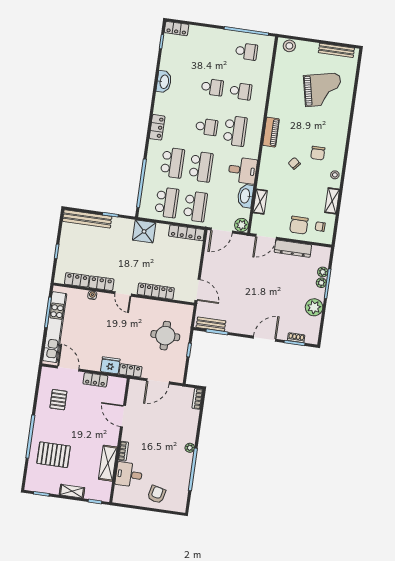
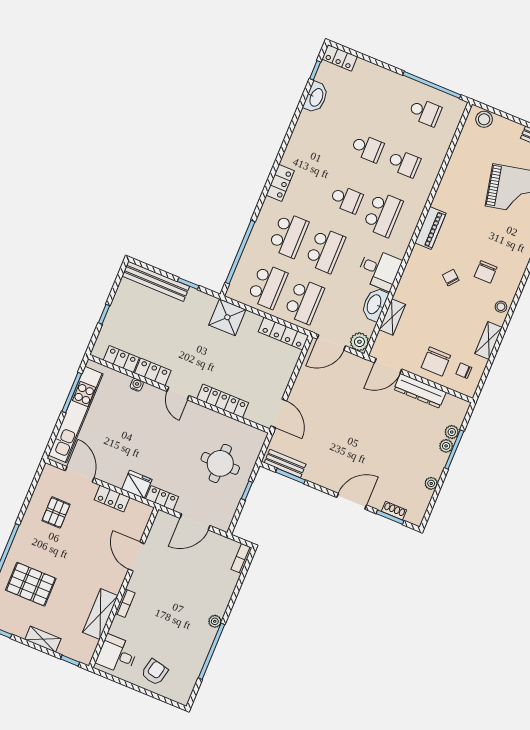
washbasin: (164, 82) -> (316, 97), moved
plant: (314, 307) -> (431, 483), width x0.53, depth x0.53
desk: (129, 475) -> (117, 655), moved

